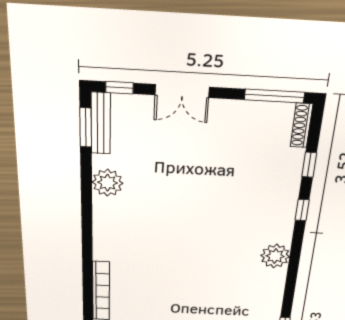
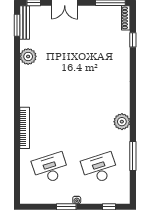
window: (302, 210) -> (133, 67), removed
plant: (275, 256) -> (122, 122), moved

